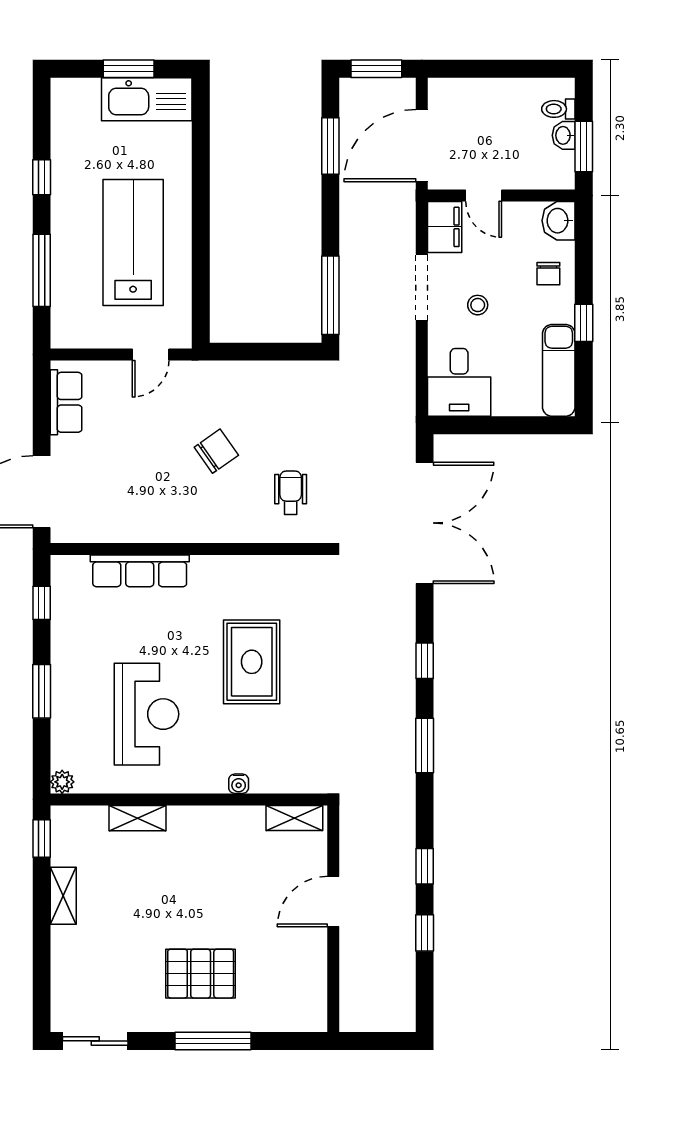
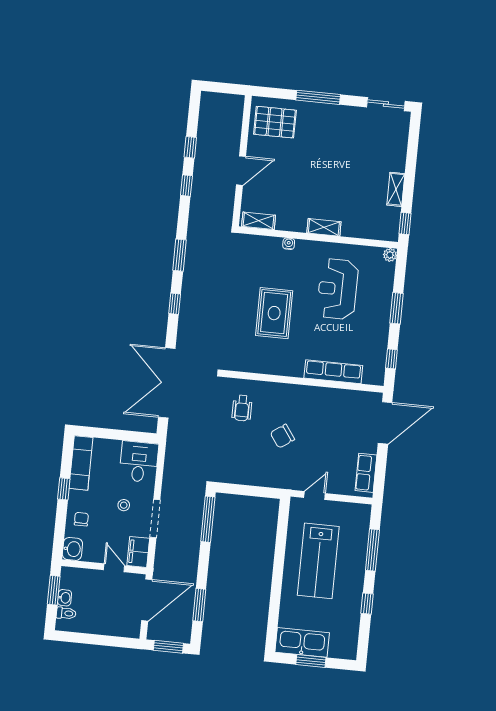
shelving: (138, 818) -> (324, 227), moved
pallet: (201, 974) -> (275, 122), moved

